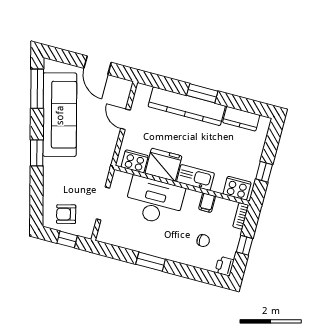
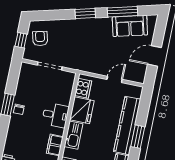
window: (37, 89) -> (123, 12), moved
sofa: (60, 115) -> (130, 26), width x0.54, depth x0.79
desk: (154, 201) -> (55, 115), width x0.53, depth x0.77
filing cabinet: (207, 203) -> (55, 145), width x2.00
chair: (203, 241) -> (19, 109), moved

